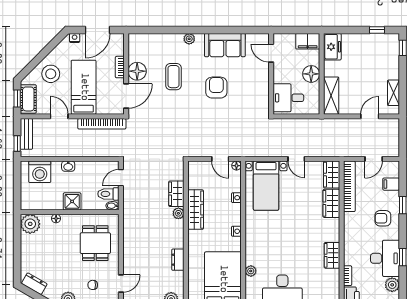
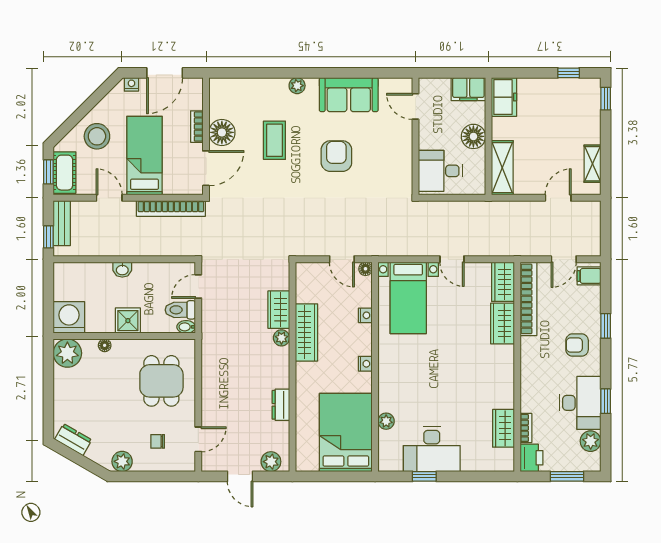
washing machine: (40, 172) -> (69, 317), moved, turned 180
filing cabinet: (391, 184) -> (589, 276), moved
wardrobe: (332, 255) -> (503, 428), moved

